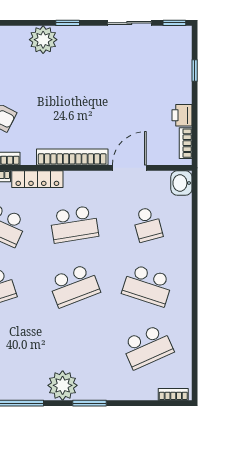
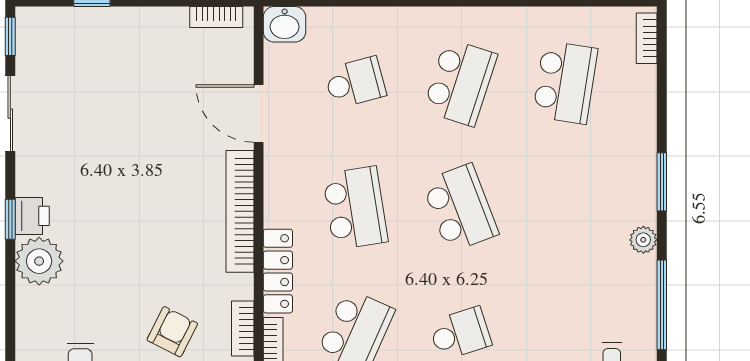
printer: (182, 115) -> (32, 216), moved, turned -90
school desk: (147, 347) -> (565, 82), turned 33
plant: (63, 385) -> (643, 240), width x0.53, depth x0.53

